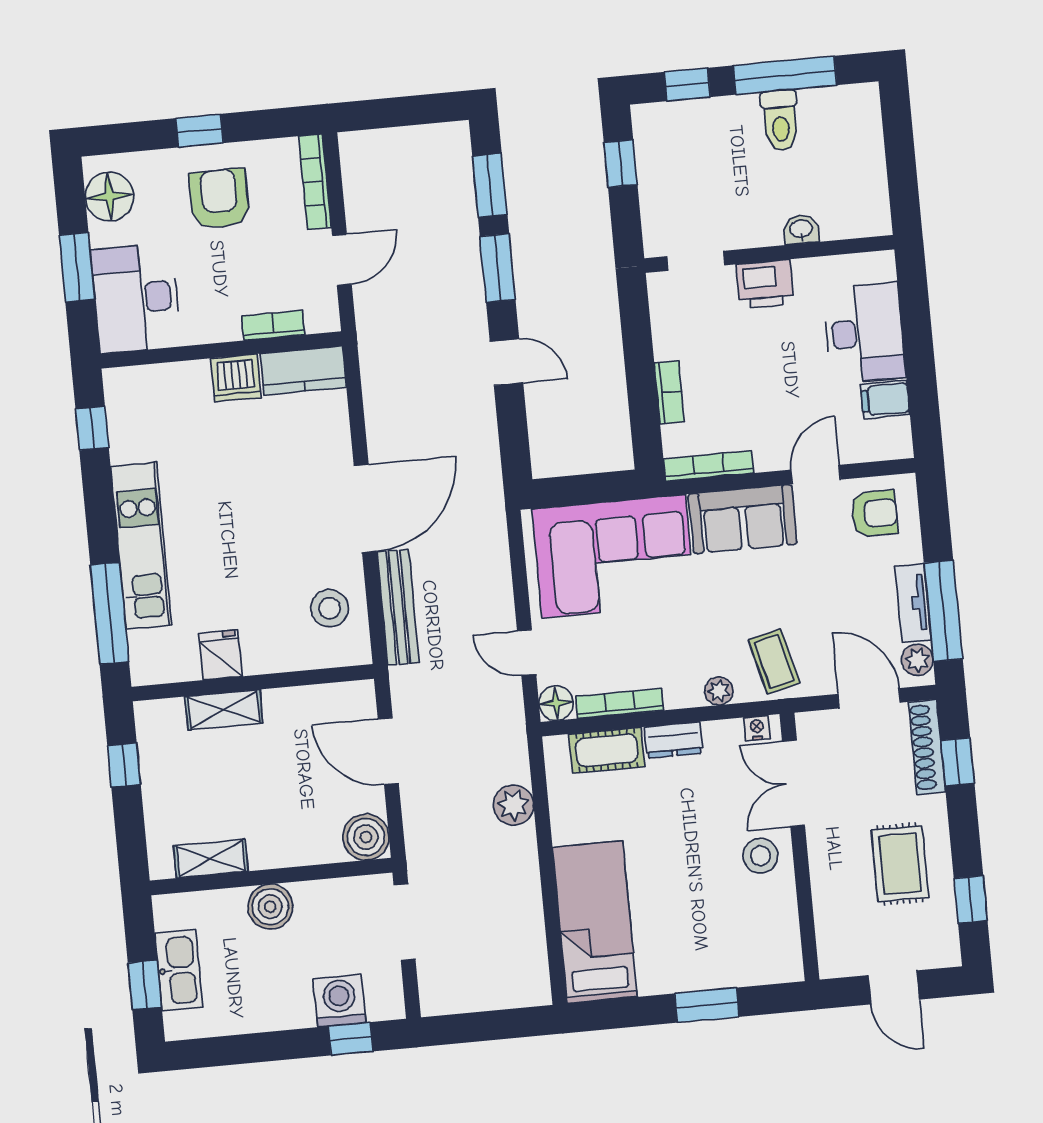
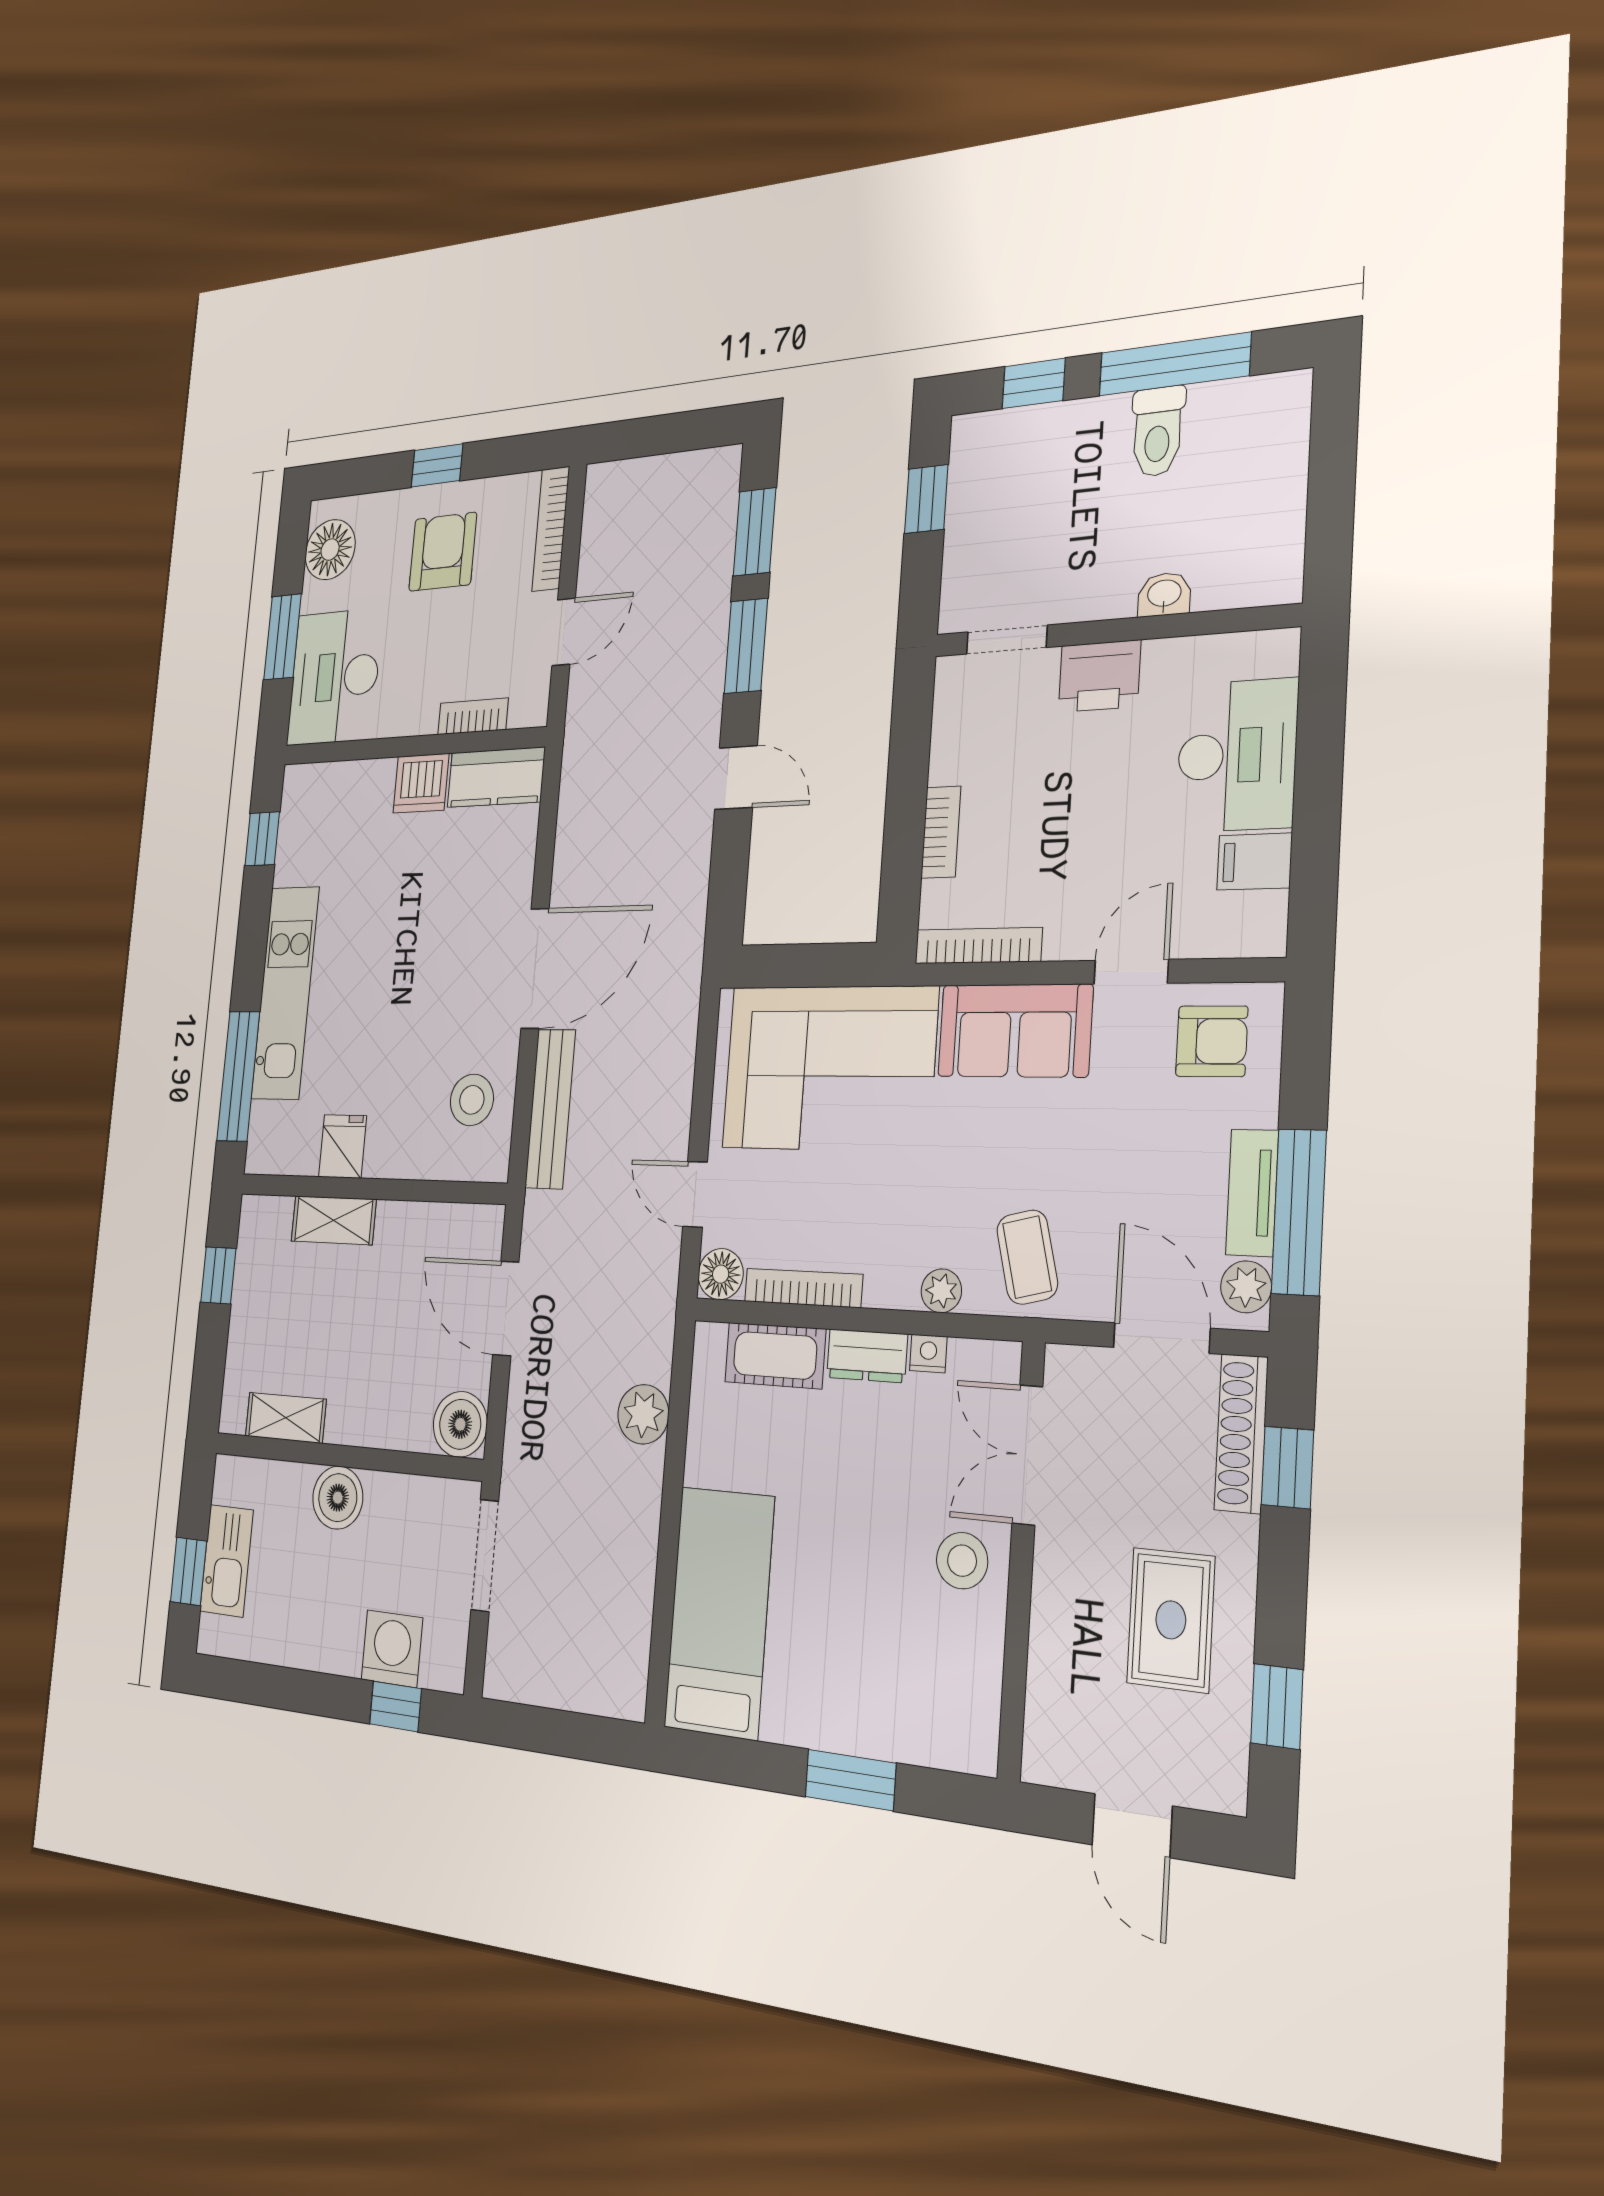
nightstand: (757, 728) -> (928, 1354), moved

